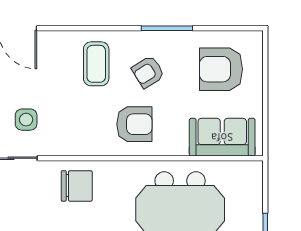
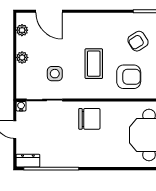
coffee table: (96, 64) -> (94, 64), moved

